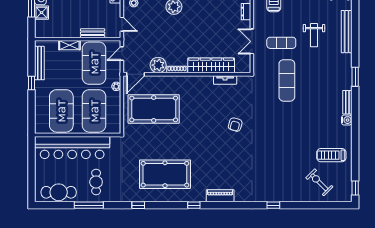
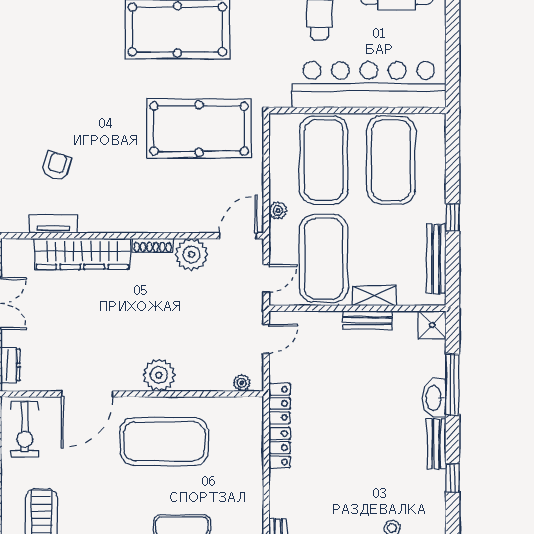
shower: (42, 13) -> (432, 325), moved
door: (122, 24) -> (266, 339), swing flipped
bench: (93, 33) -> (367, 320), moved
pool table: (154, 109) -> (199, 129), moved
armchair: (235, 125) -> (56, 166), moved

